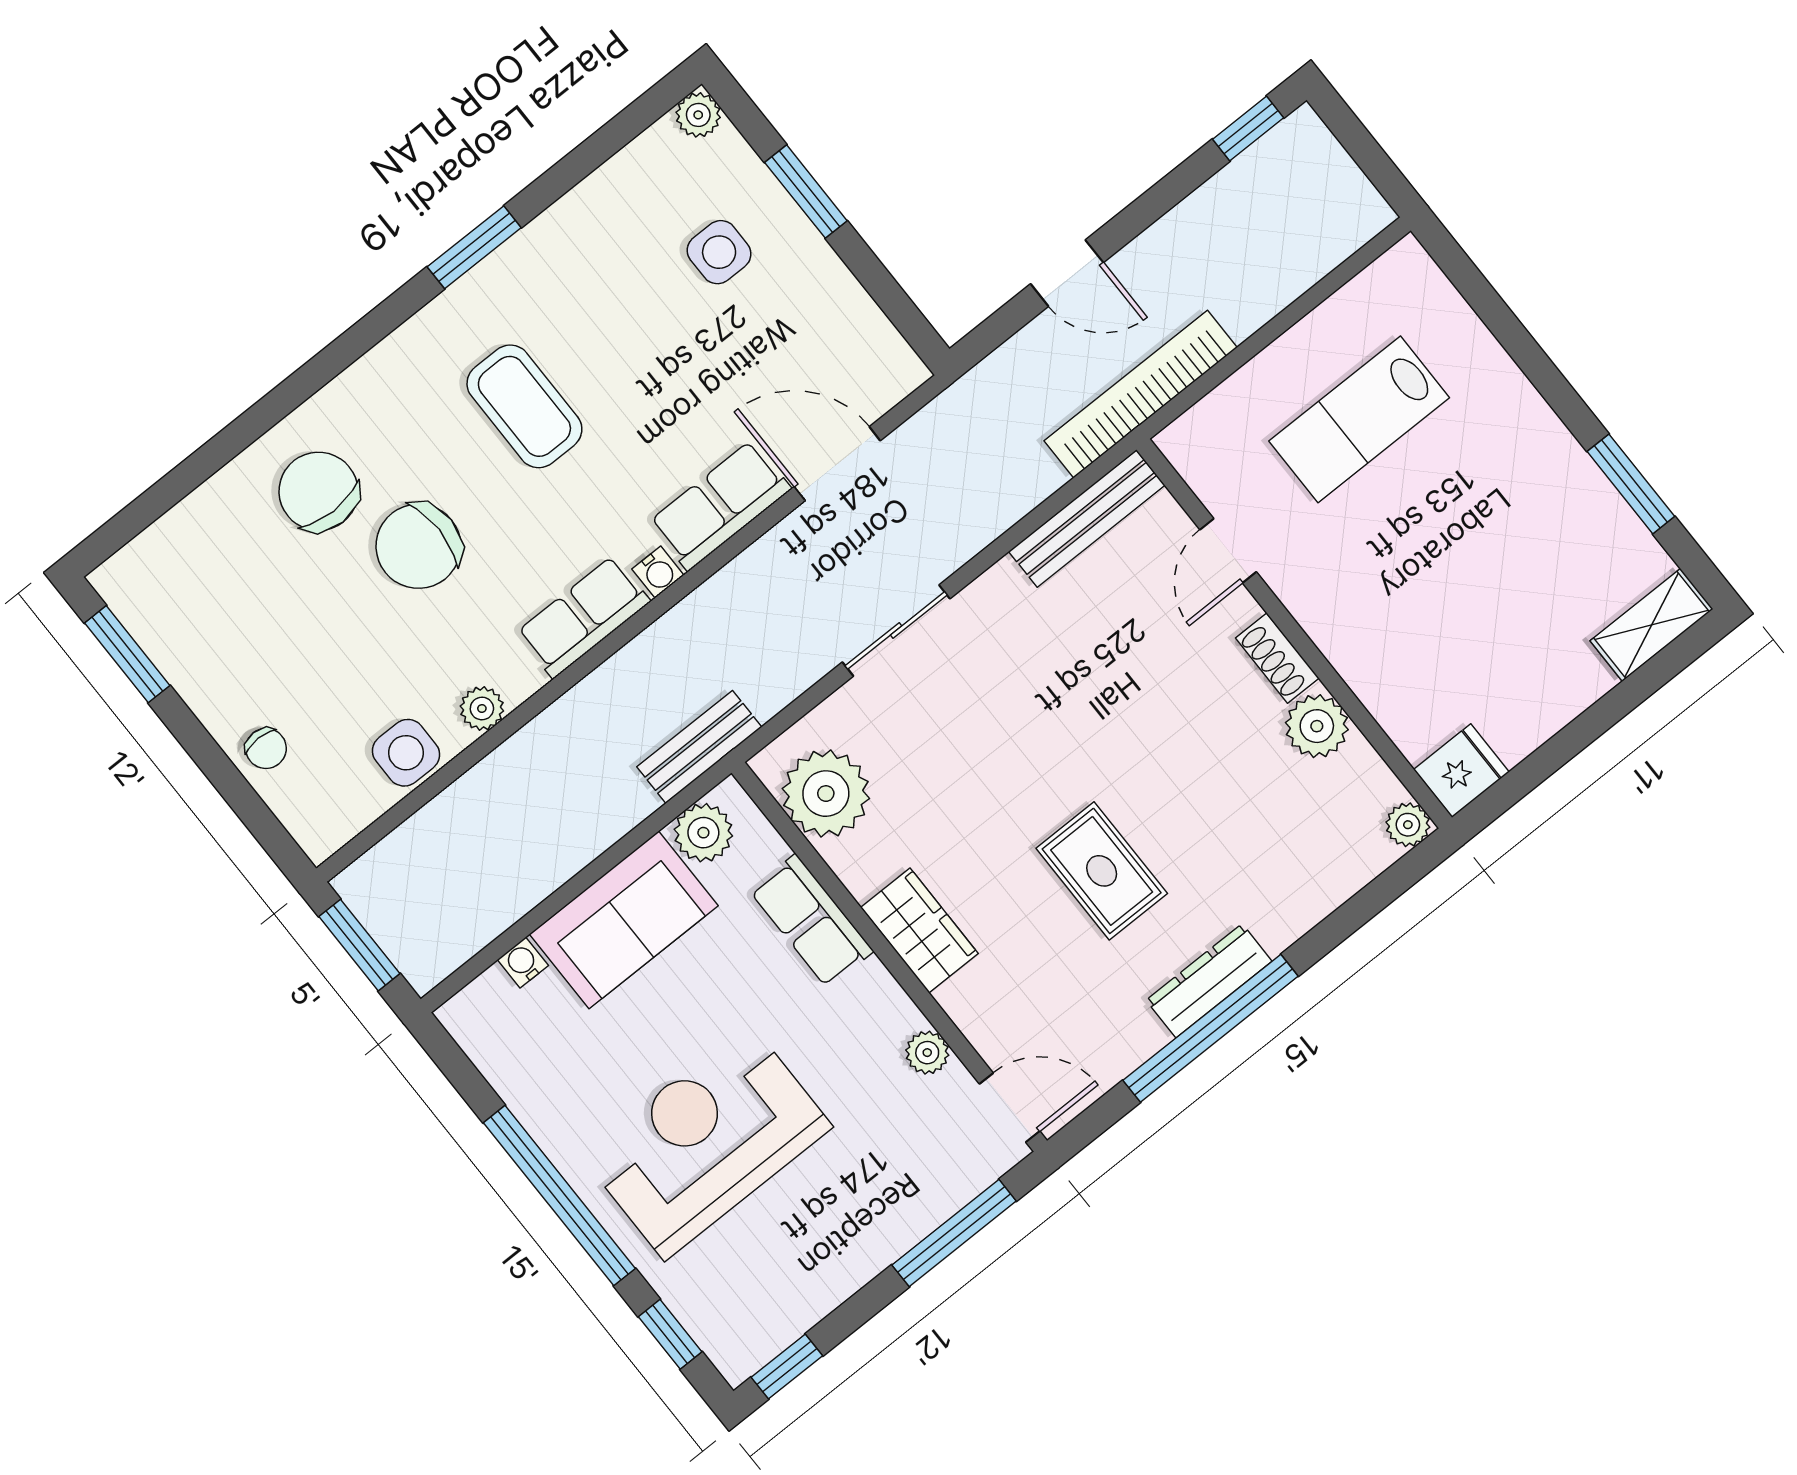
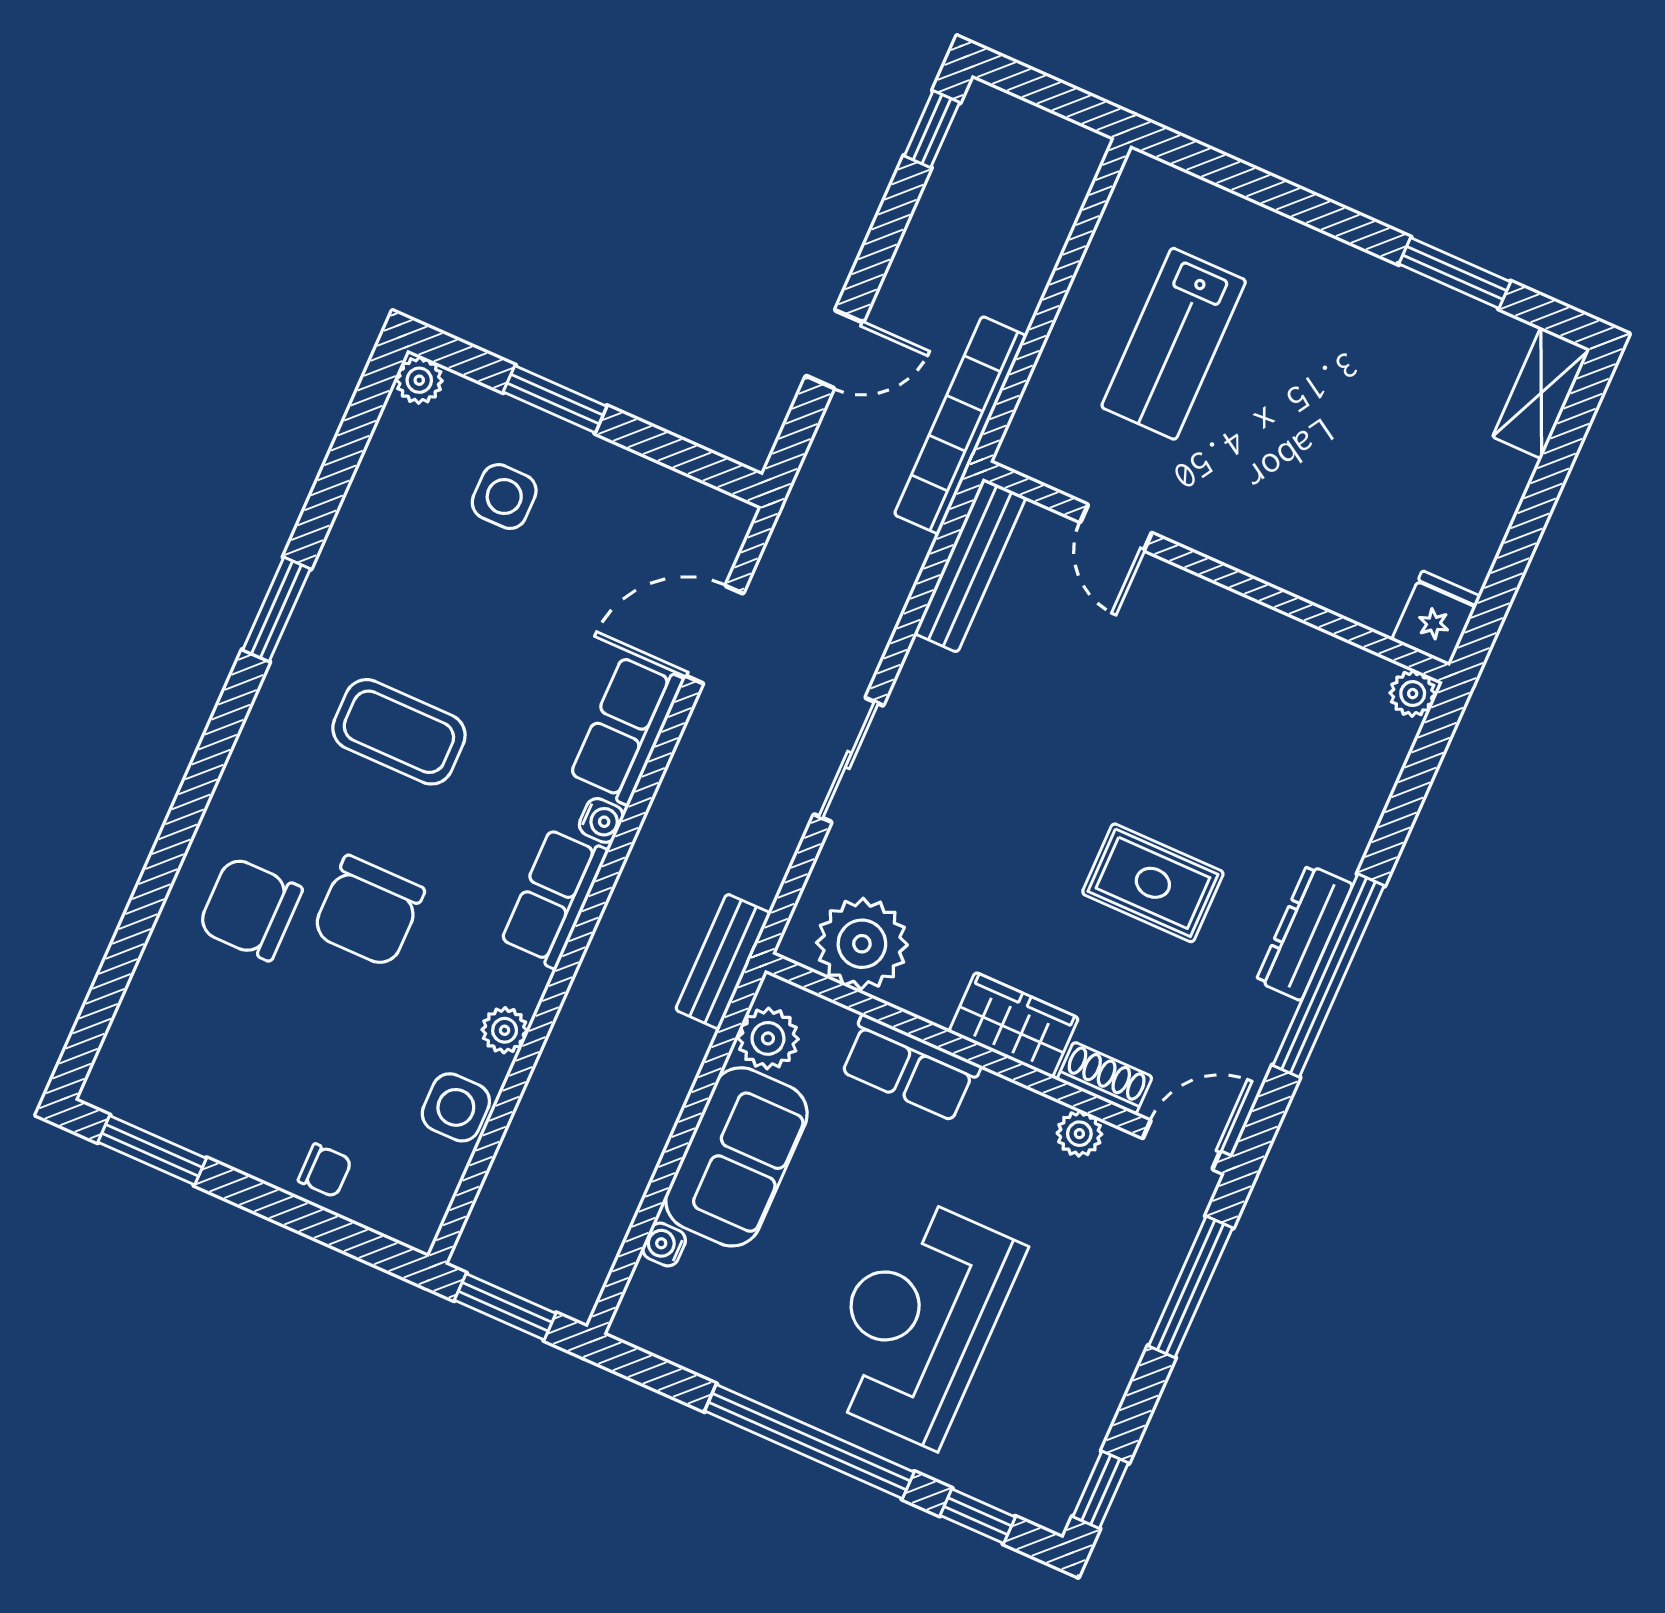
shoe rack: (1277, 658) -> (1105, 1078), moved, turned 180
plant: (1317, 726) -> (1282, 646), removed

